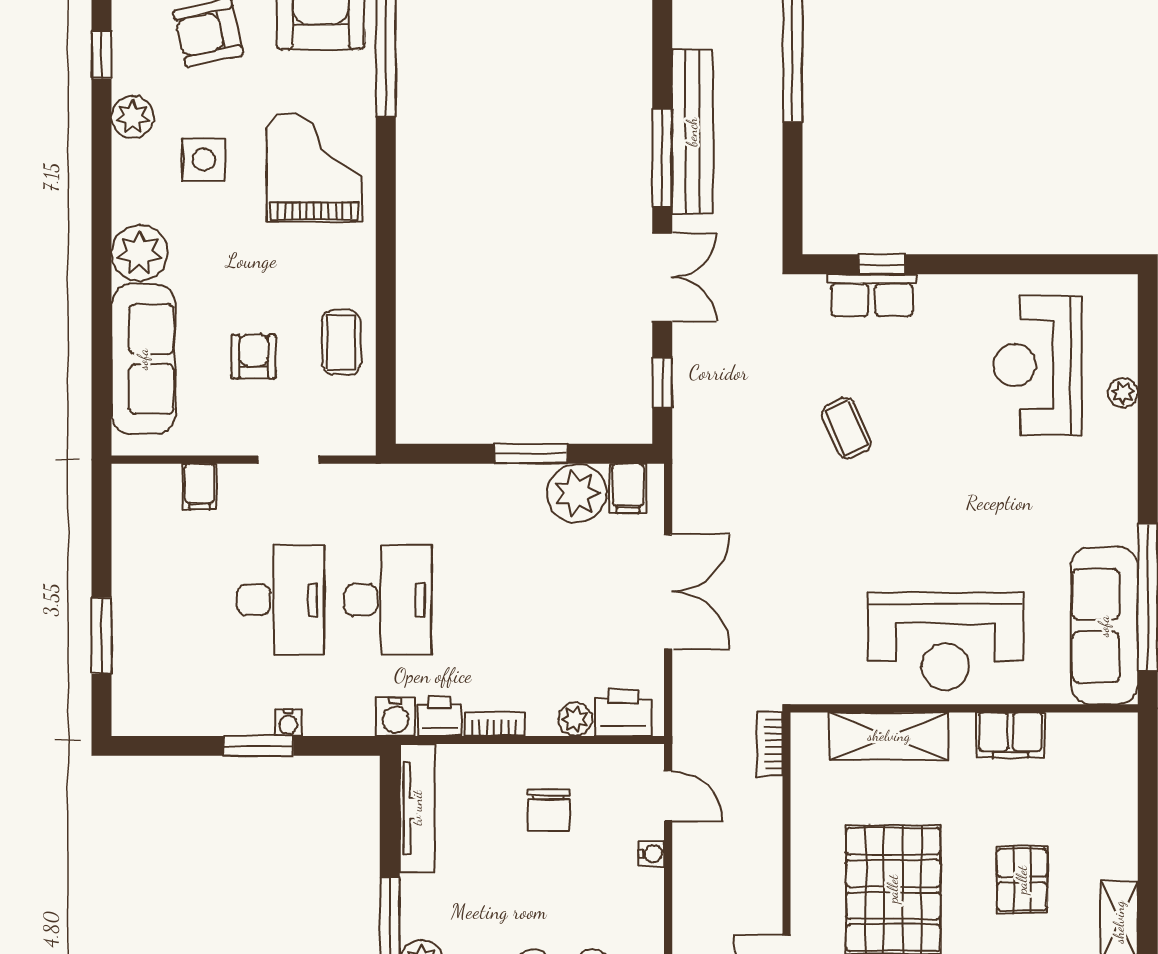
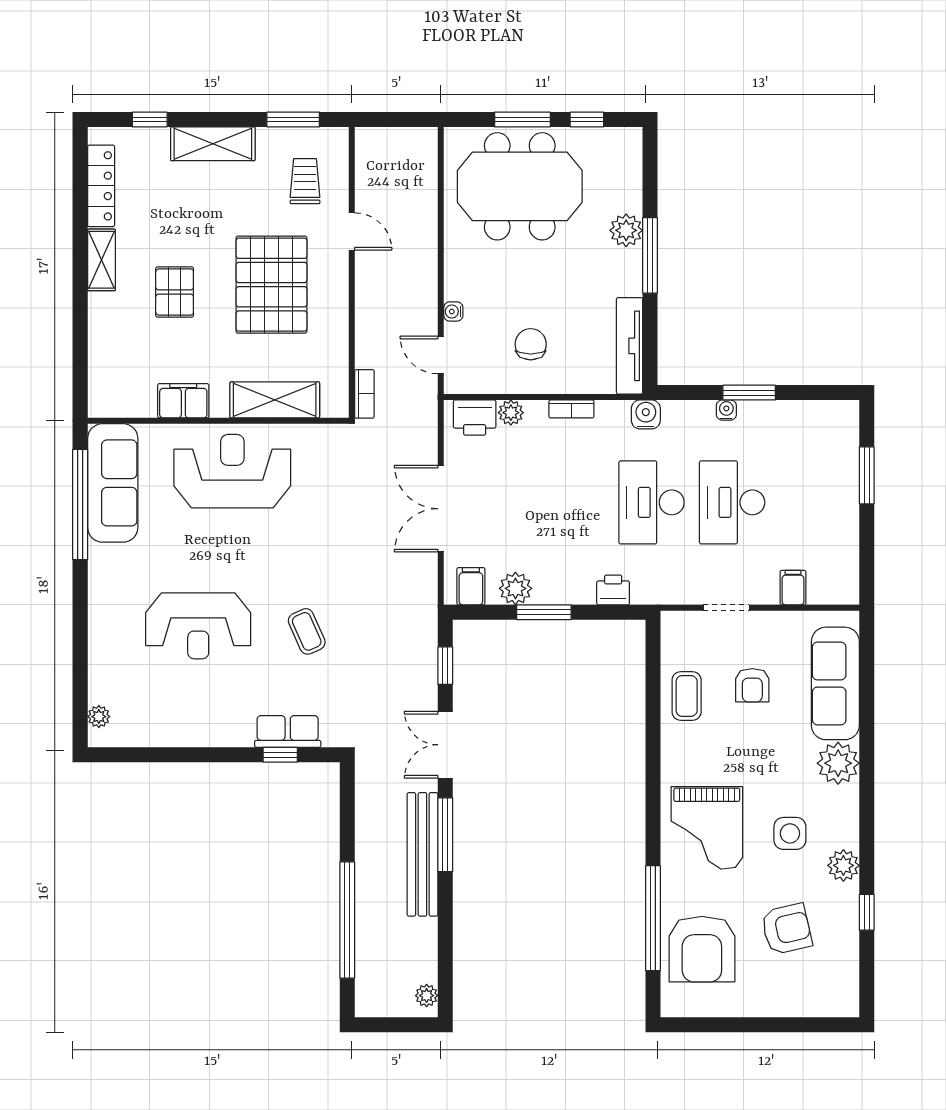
reception desk: (1038, 365) -> (198, 626), moved, turned 90
plant: (1123, 393) -> (99, 717), moved
plant: (577, 493) -> (515, 588), width x0.73, depth x0.73
printer: (440, 716) -> (613, 590), moved, turned 180

